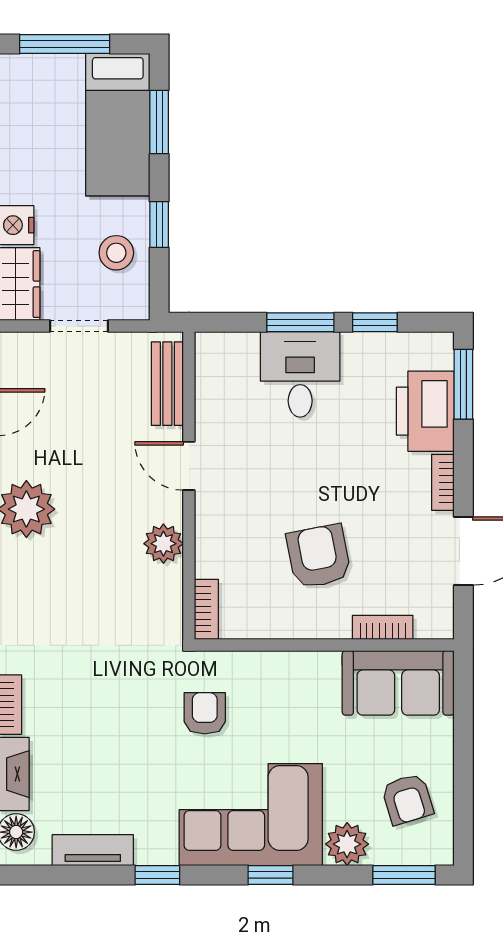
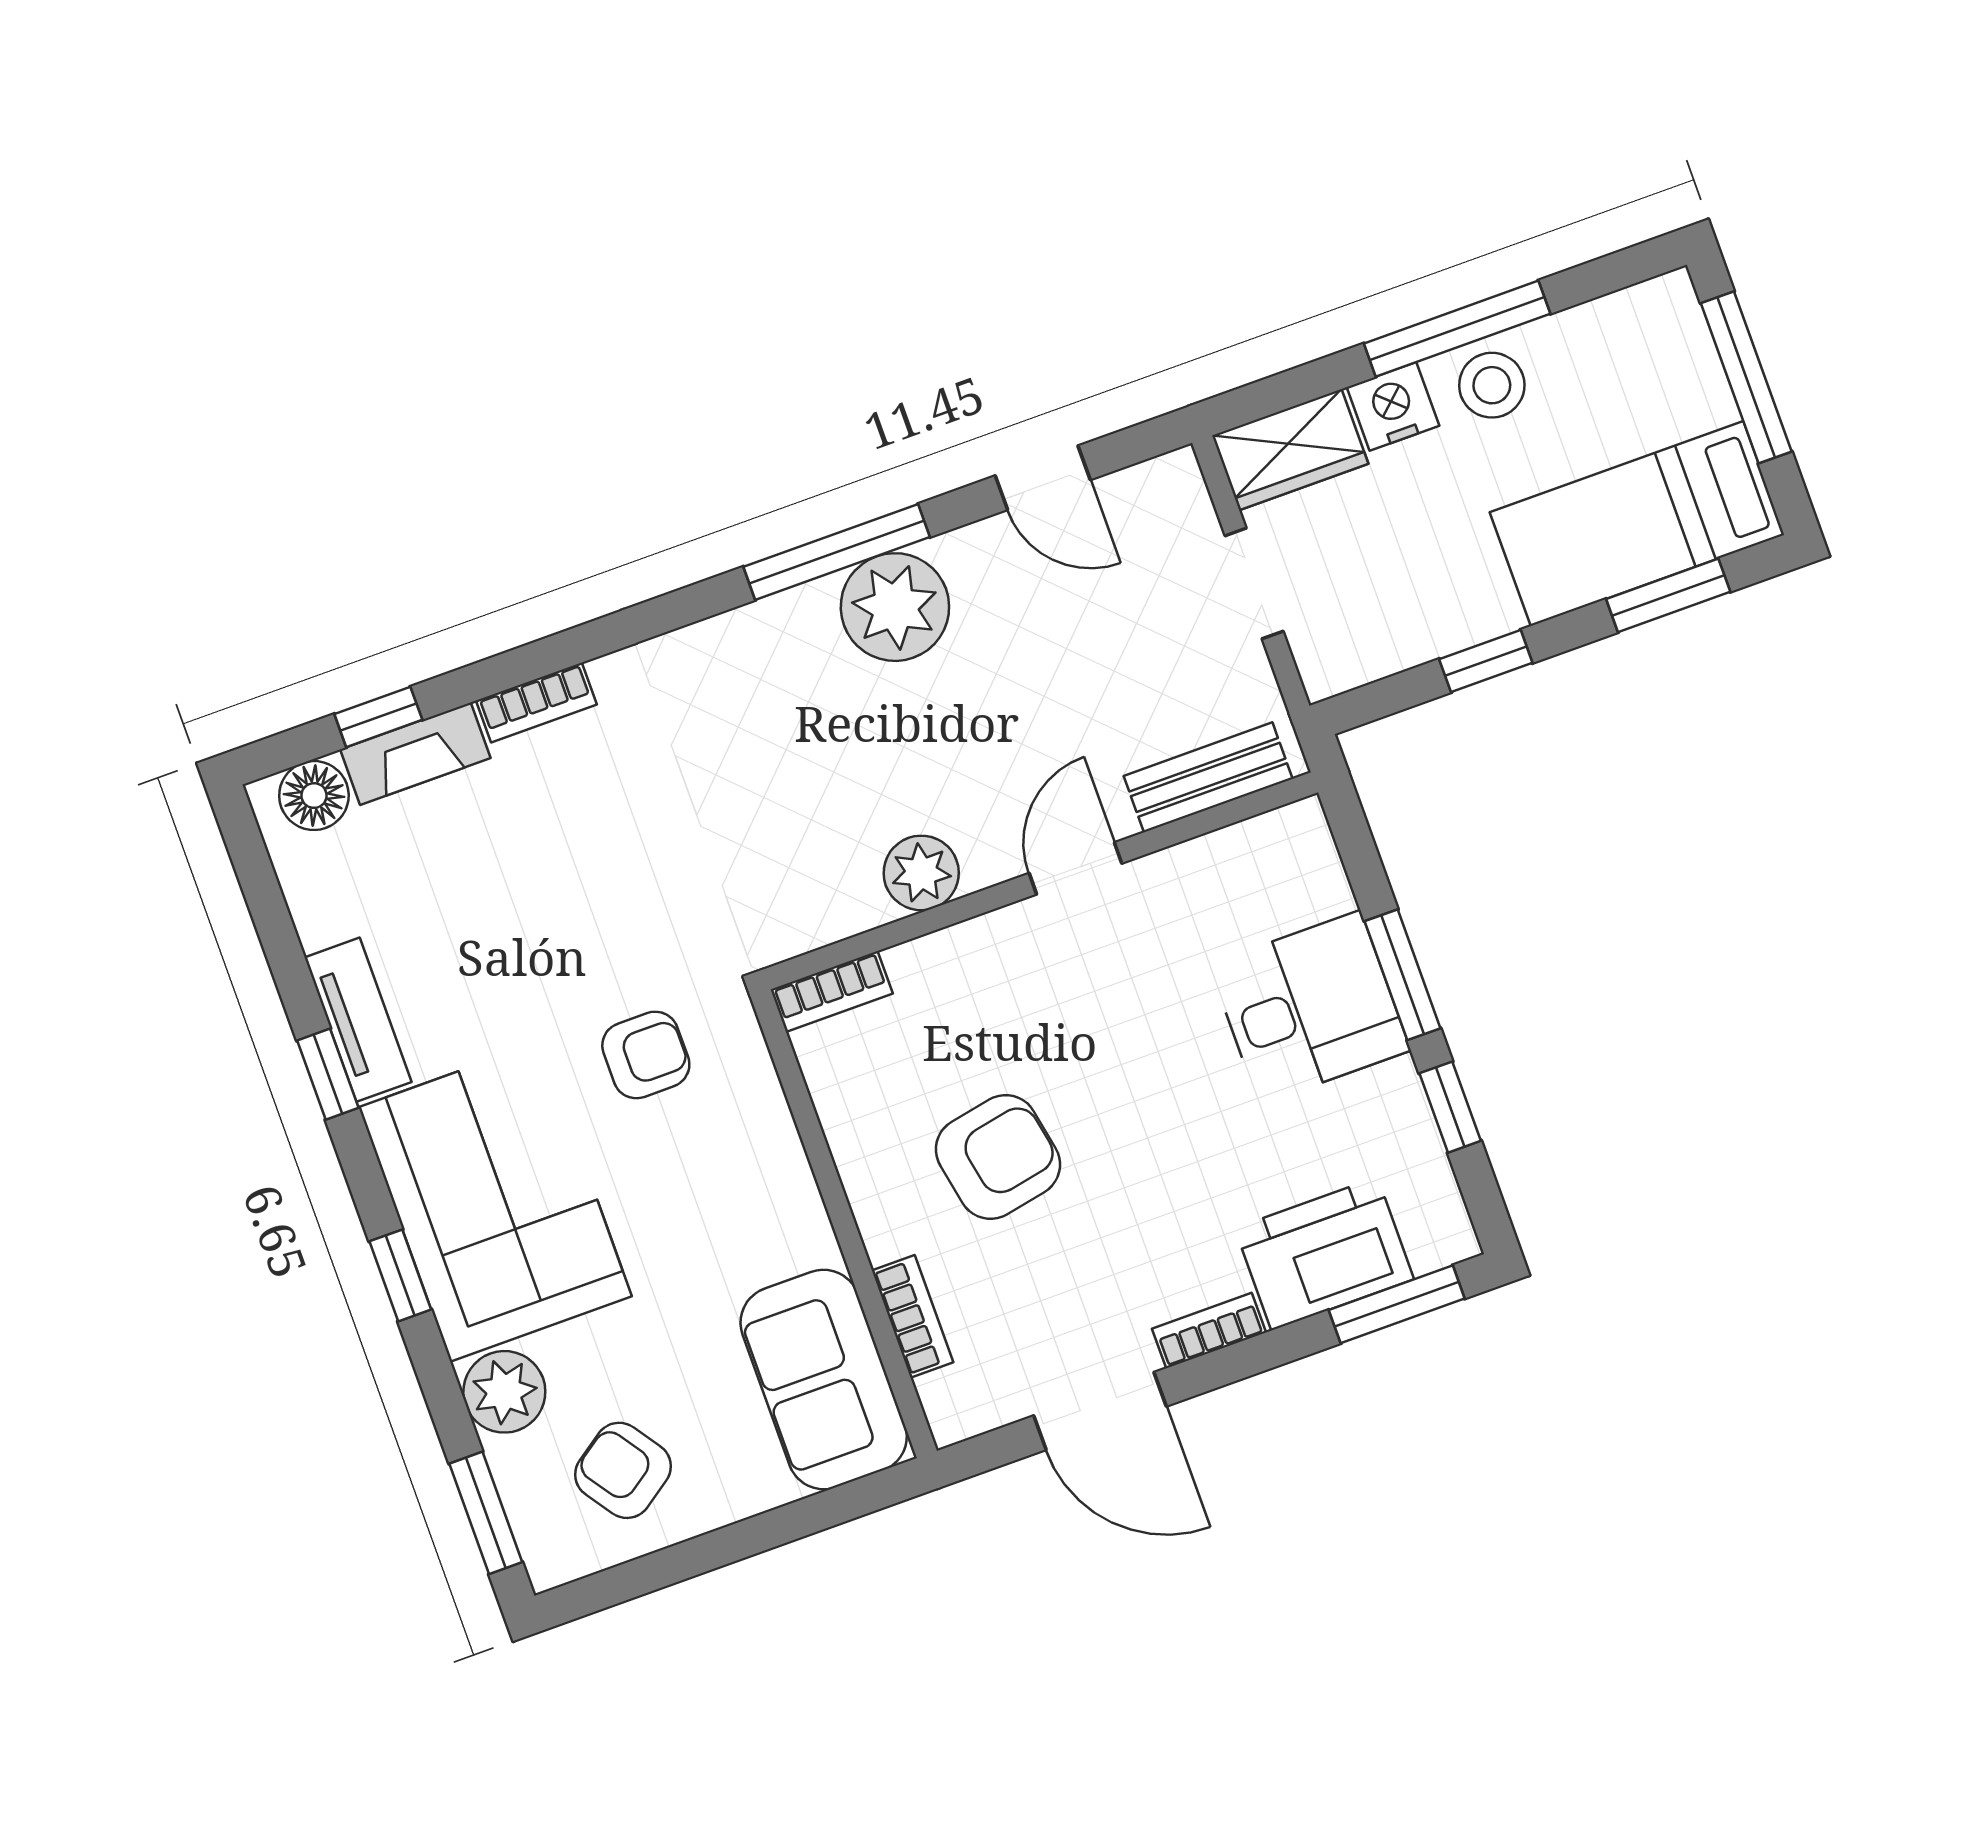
stool: (116, 253) -> (1492, 385), moved
armchair: (407, 799) -> (623, 1470), turned 72
tv unit: (93, 850) -> (358, 1020), moved

